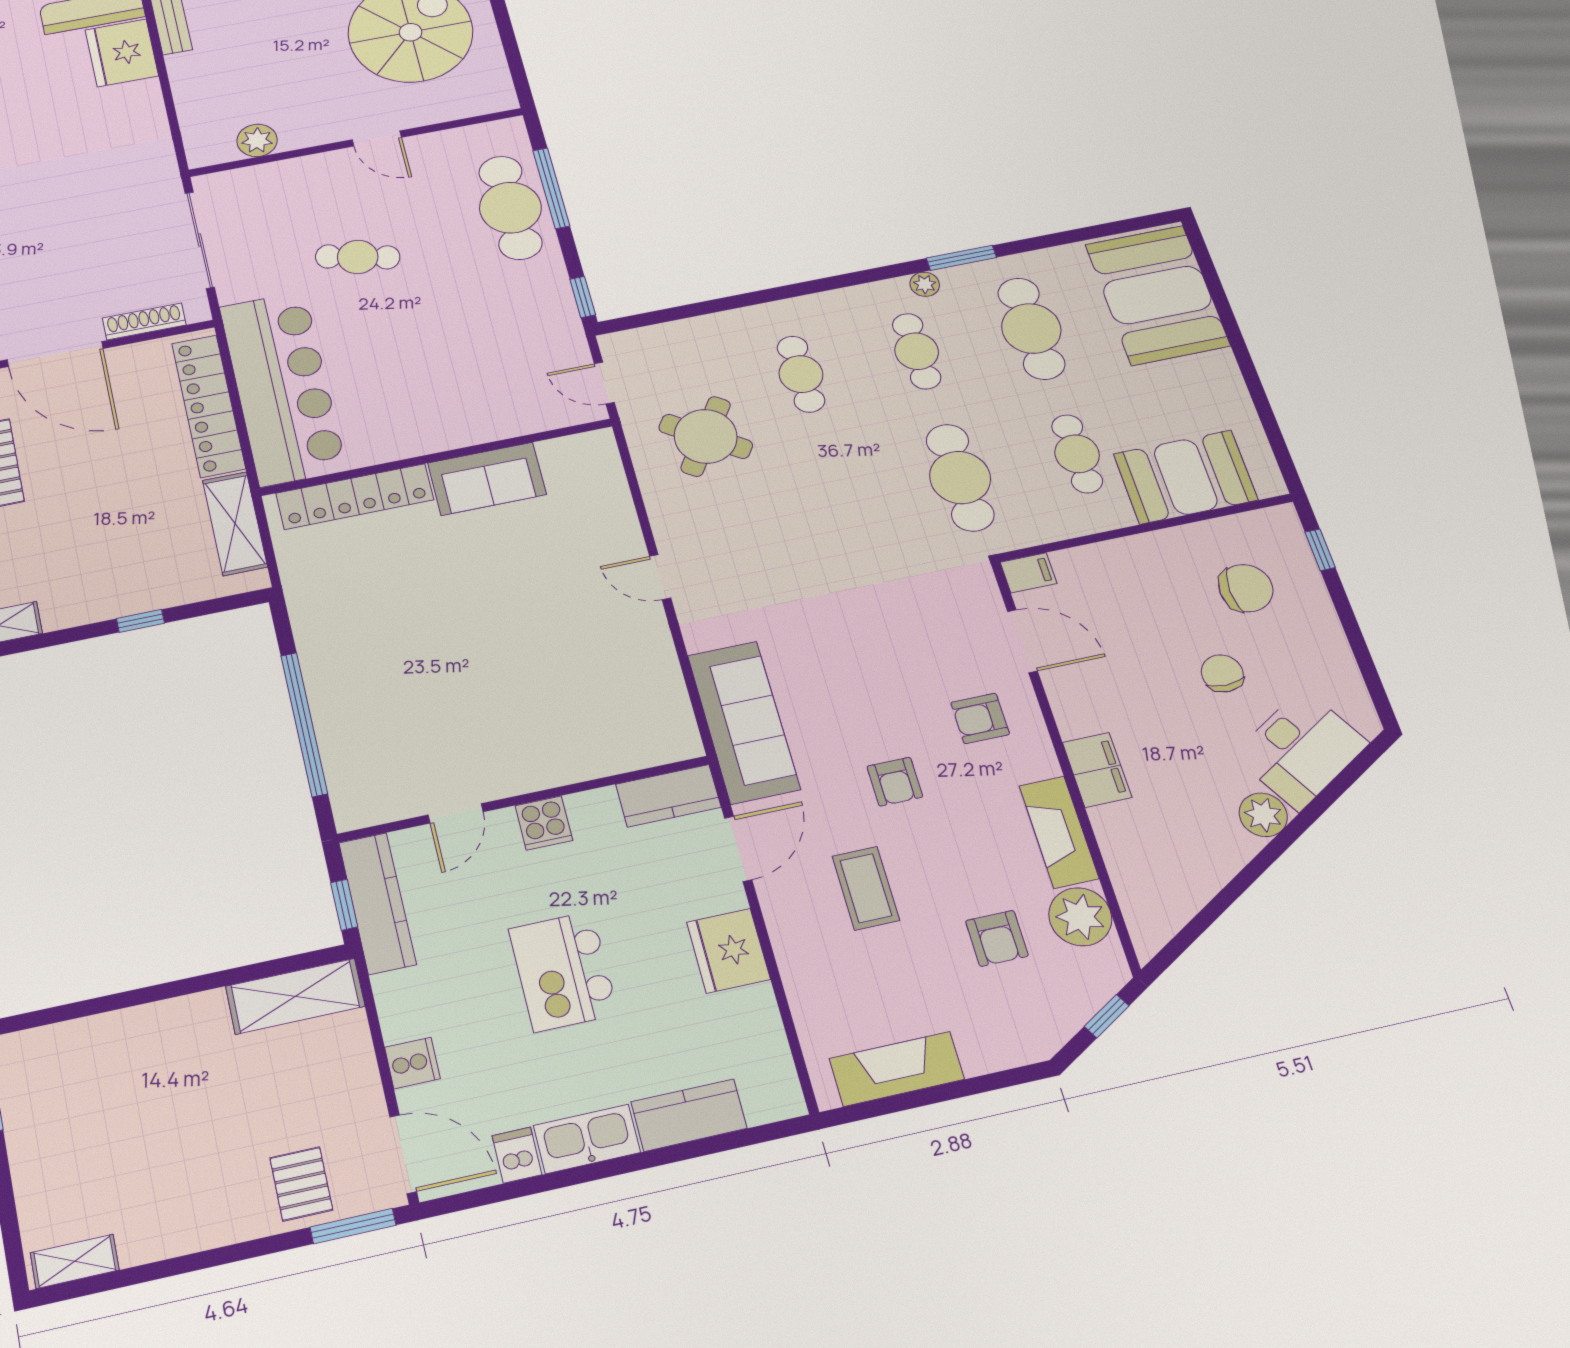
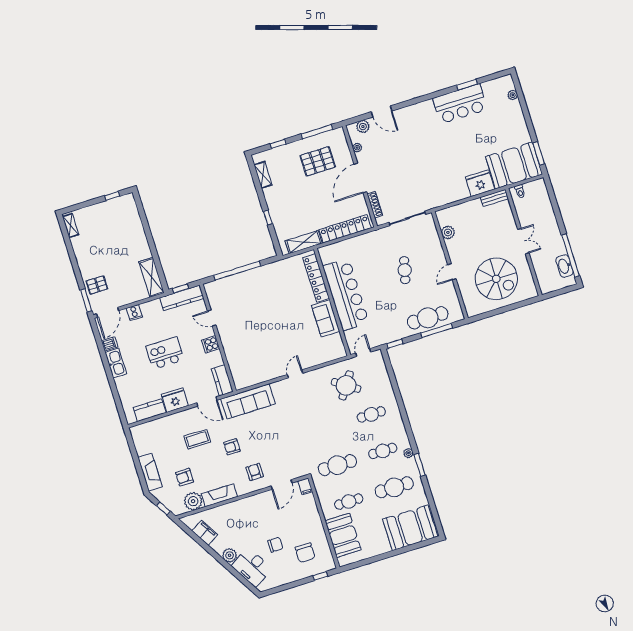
bar counter: (283, 388) -> (346, 294), moved, turned -90
filing cabinet: (1097, 770) -> (205, 533), moved, turned -121
fireplace: (897, 1069) -> (150, 472), moved
kitchen counter: (689, 1115) -> (150, 410), moved, turned -90

